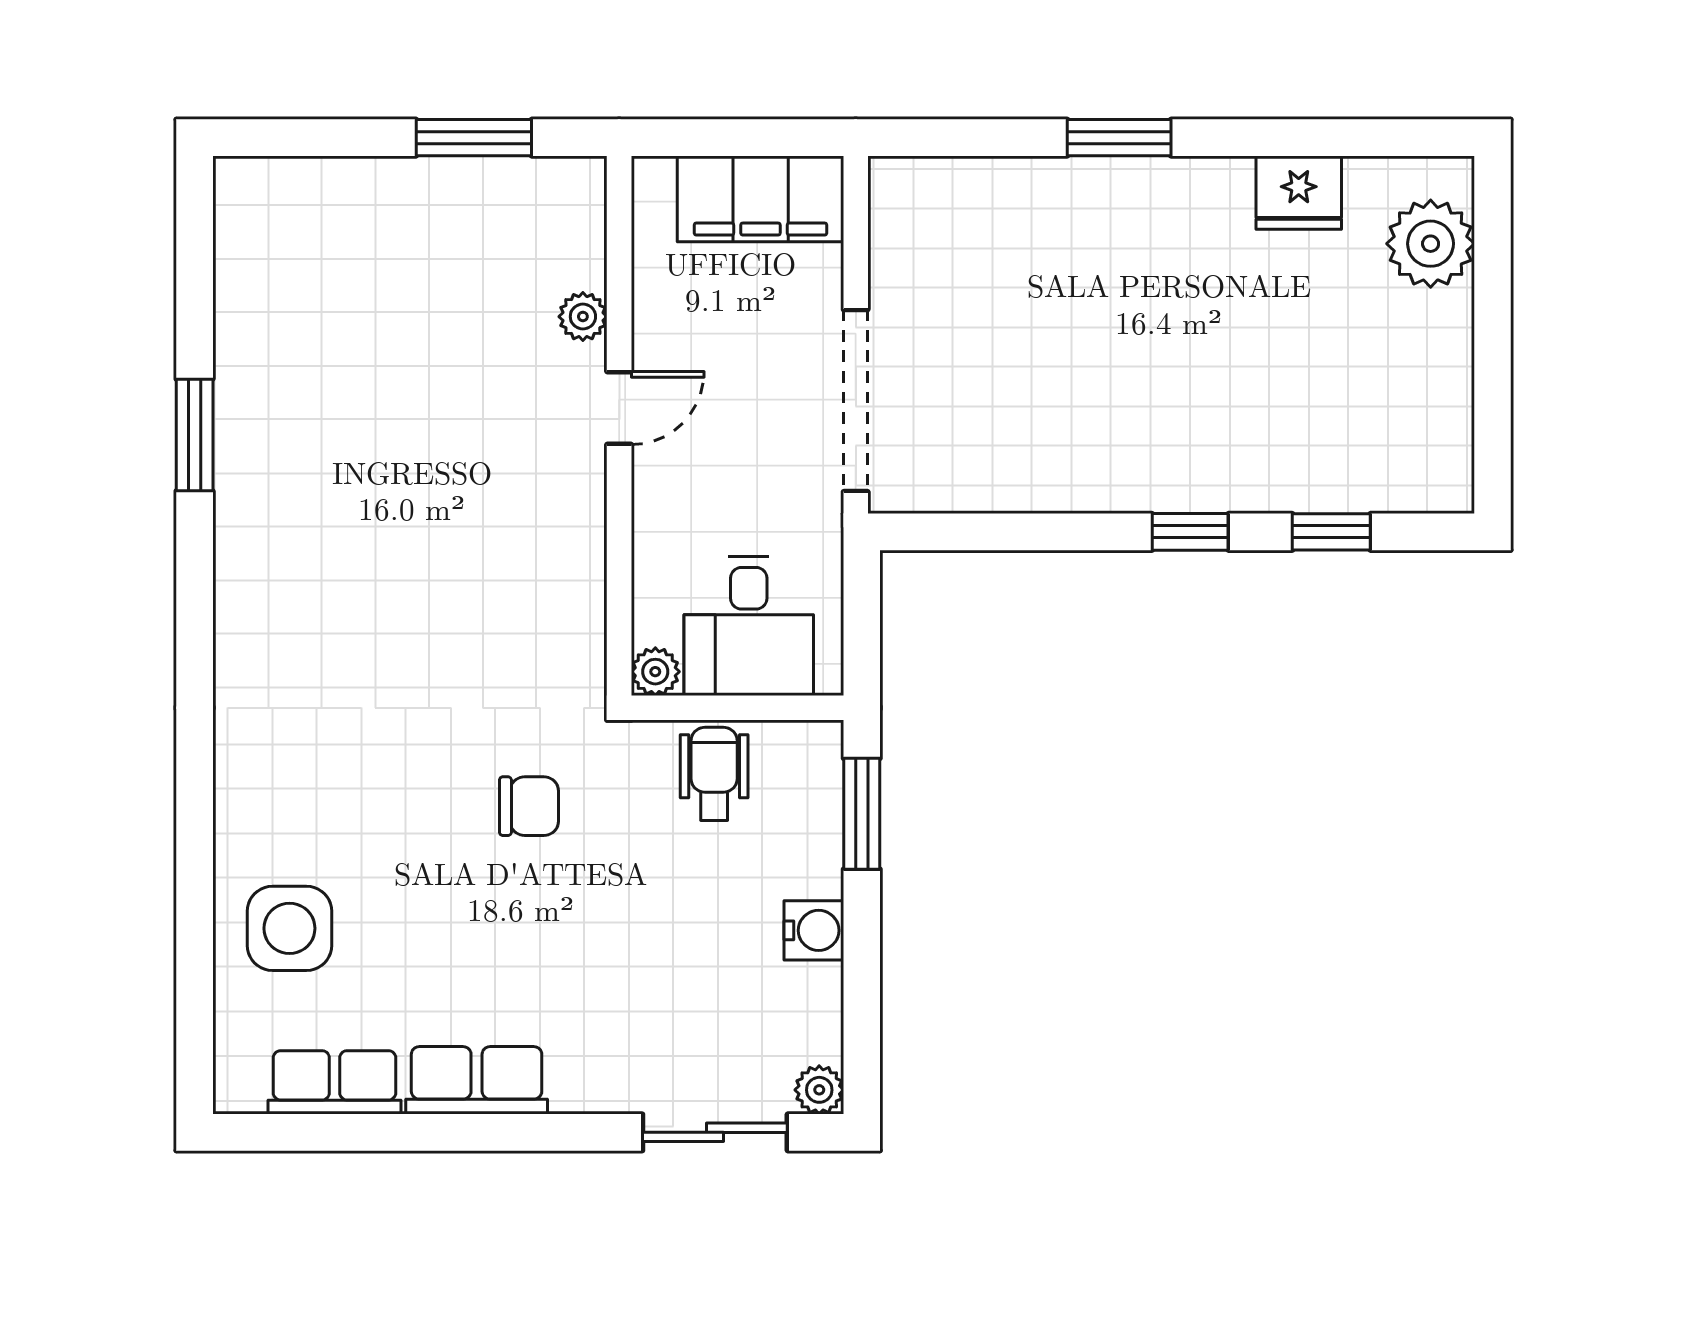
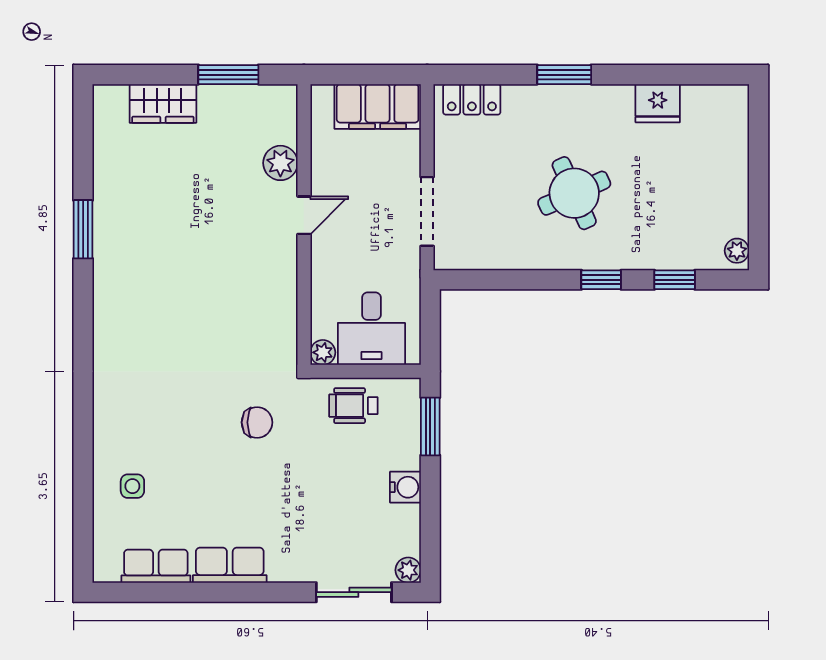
locker: (942, 185) -> (472, 99), added
wardrobe: (348, 193) -> (163, 103), added
plant: (1431, 244) -> (737, 251), moved, width x0.53, depth x0.53
plant: (583, 317) -> (280, 163), width x1.38, depth x1.38
round table: (1138, 365) -> (574, 193), added
doorway: (856, 401) -> (427, 211), width x0.73
wheelchair: (714, 774) -> (353, 406), turned -90
side table: (289, 928) -> (132, 486), width x0.54, depth x0.54

